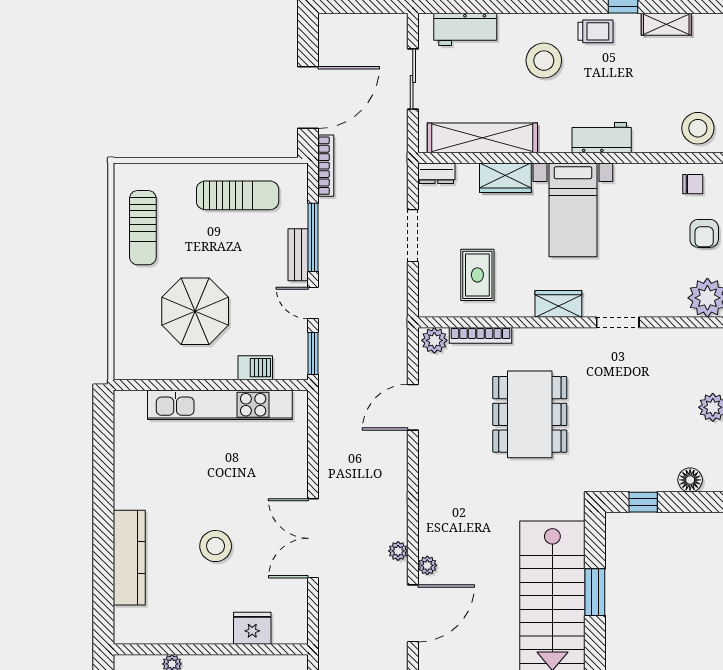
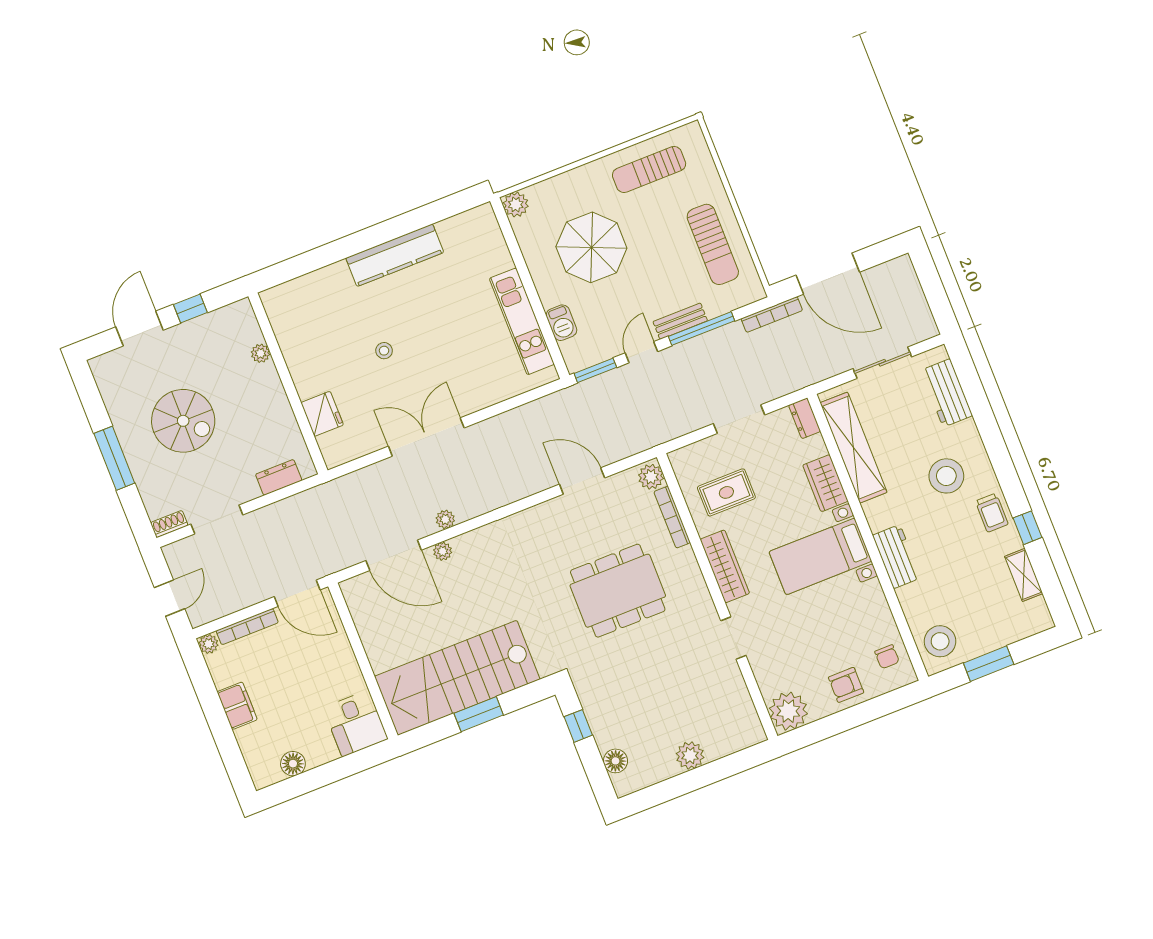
wardrobe: (558, 304) -> (725, 566), width x1.50
plant: (126, 367) -> (516, 205), added
kitchen unit: (220, 405) -> (522, 321), width x0.73
stool: (216, 546) -> (384, 351), width x0.53, depth x0.53
kitchen counter: (129, 558) -> (395, 255), moved

